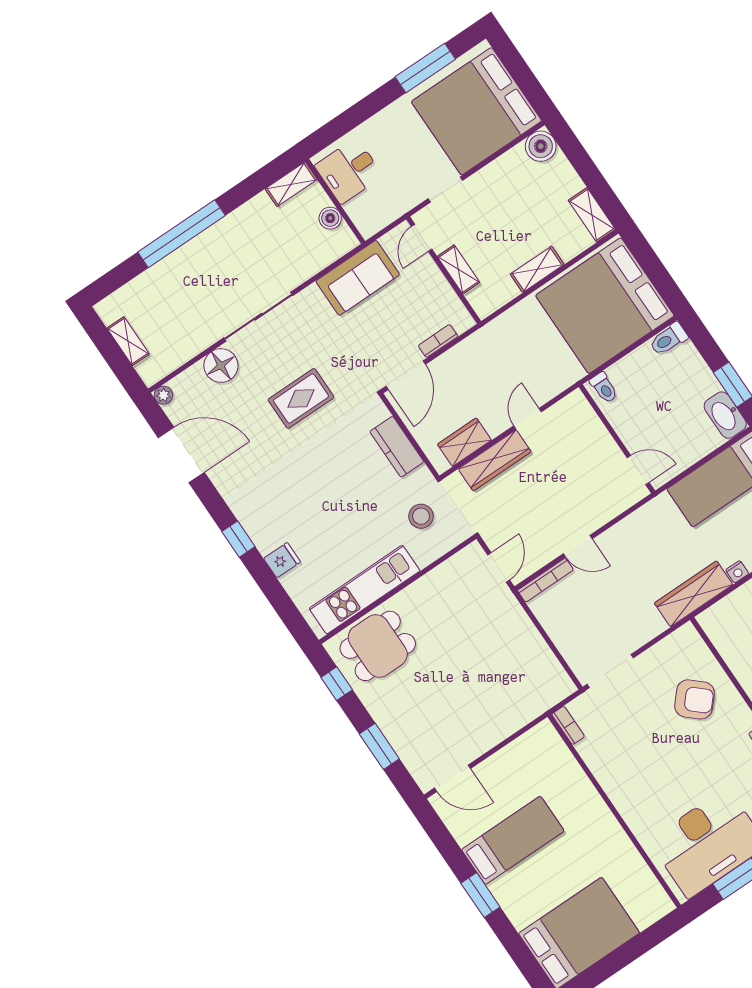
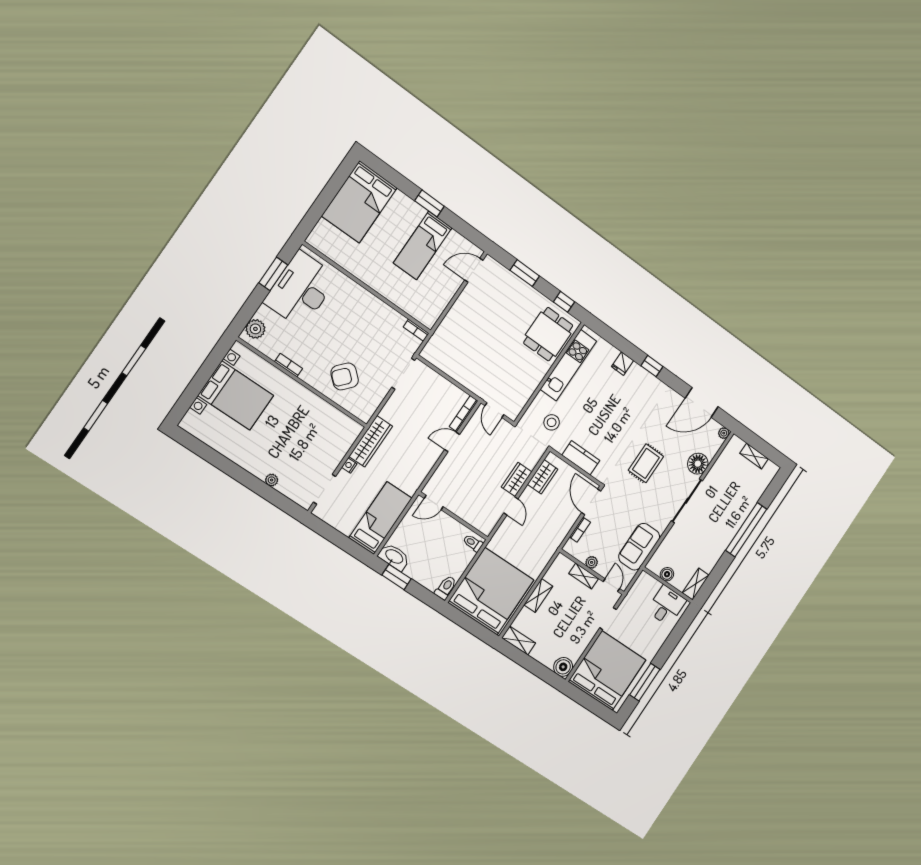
plant: (439, 285) -> (592, 562), added
wardrobe: (495, 460) -> (517, 479), width x0.67

